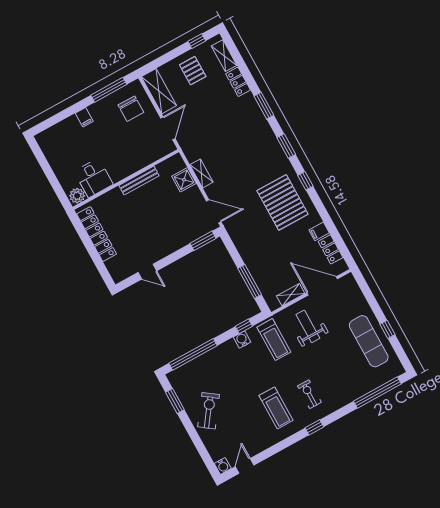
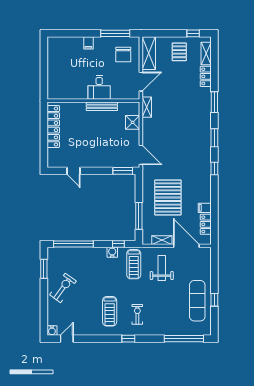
shelving: (201, 173) -> (147, 107), moved
desk: (94, 178) -> (99, 87), moved
plant: (77, 196) -> (54, 93), removed
pallet: (282, 202) -> (168, 197), moved

